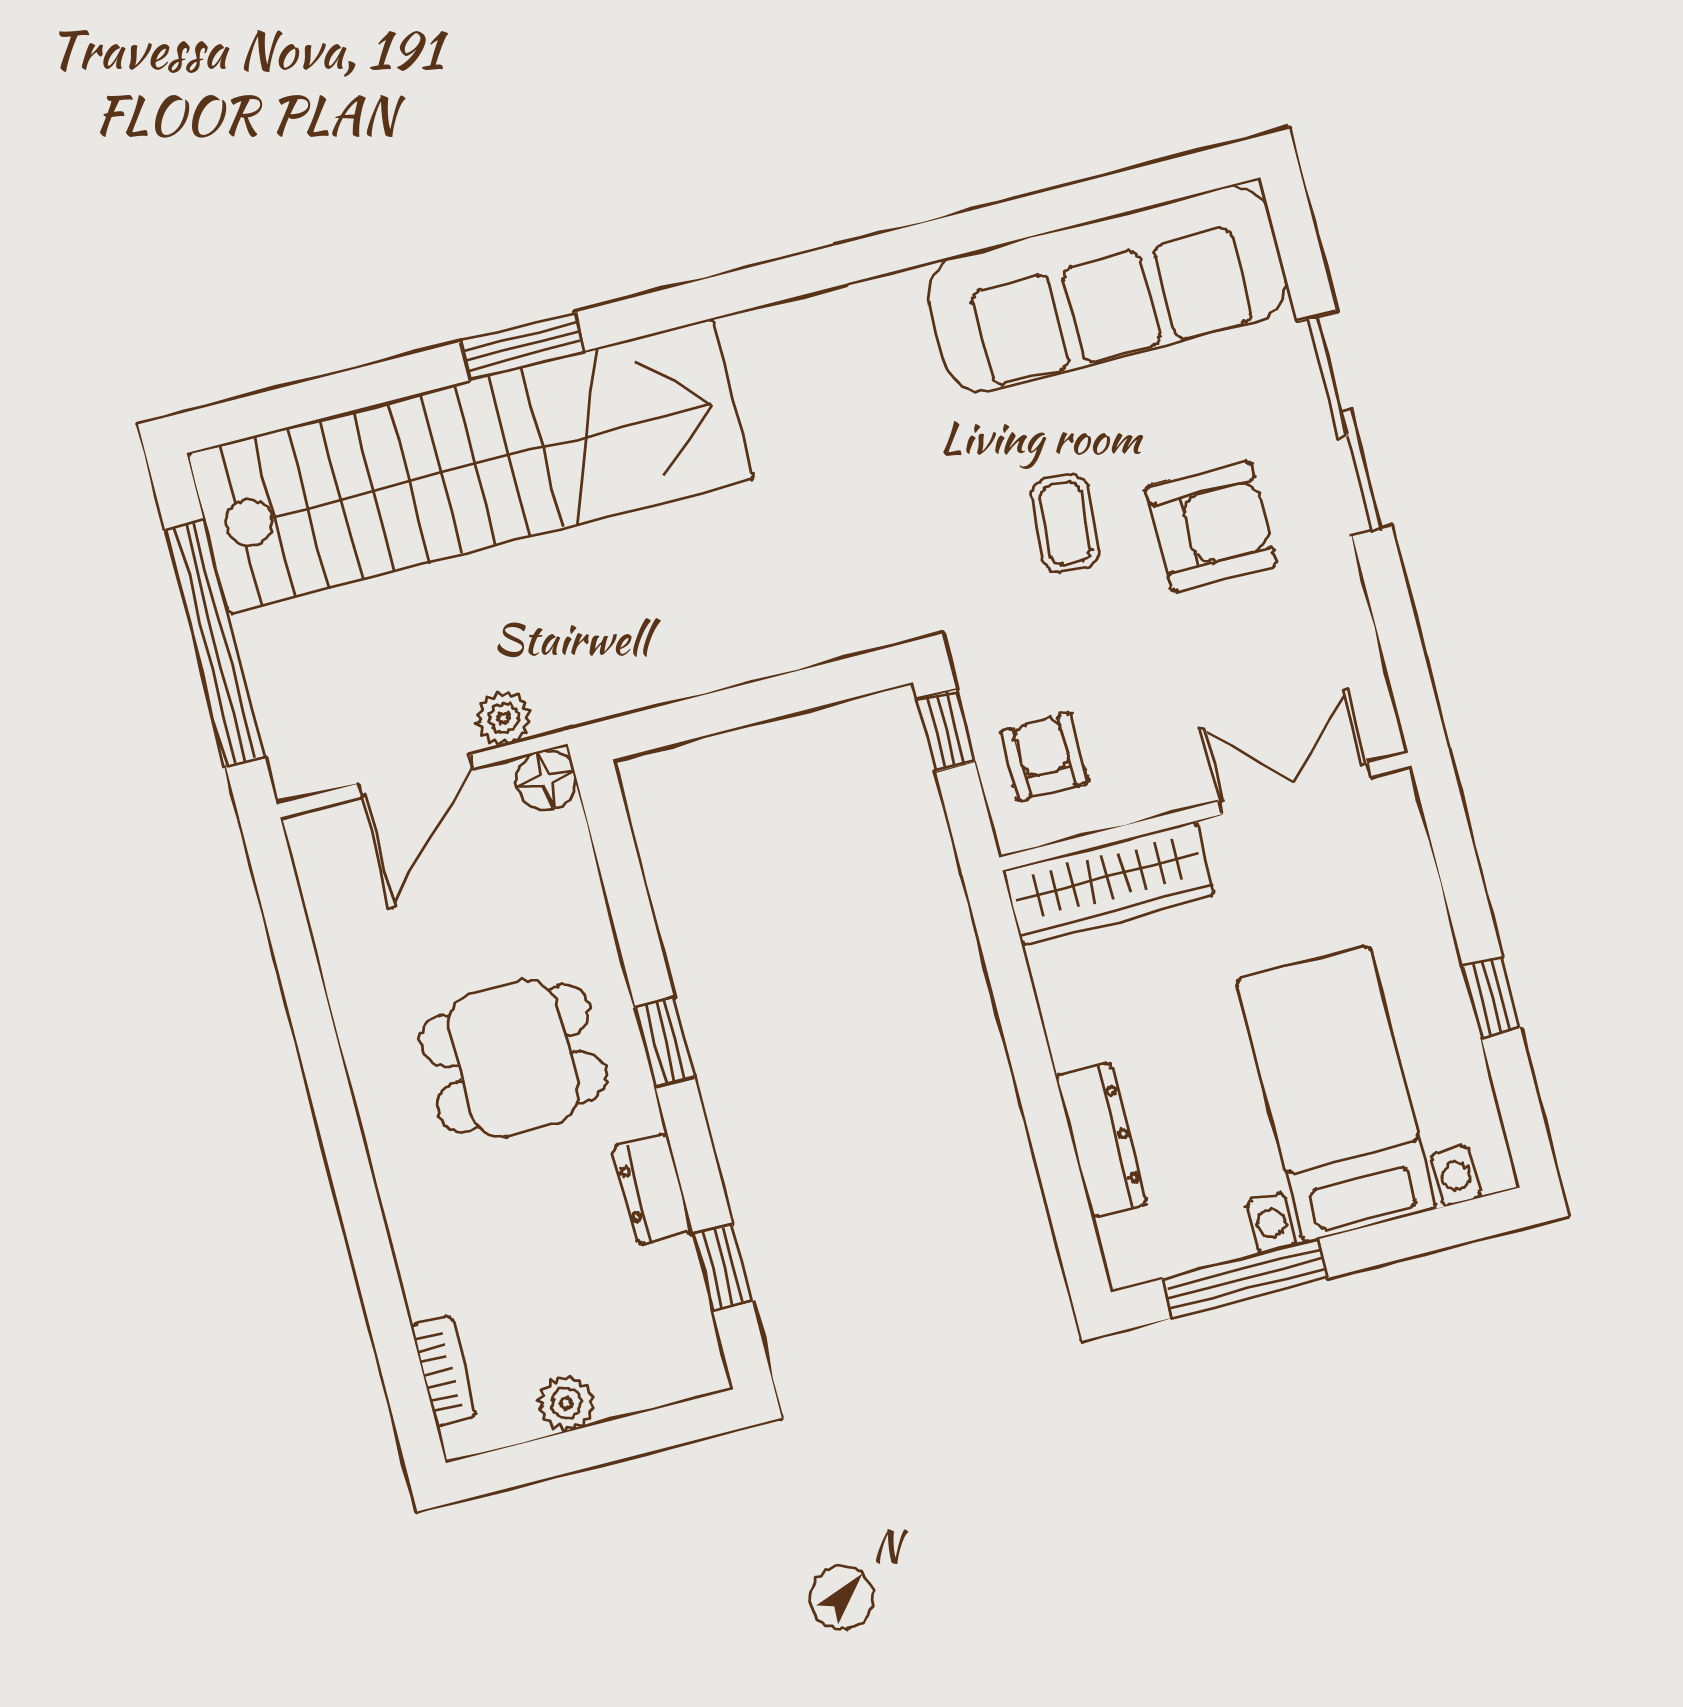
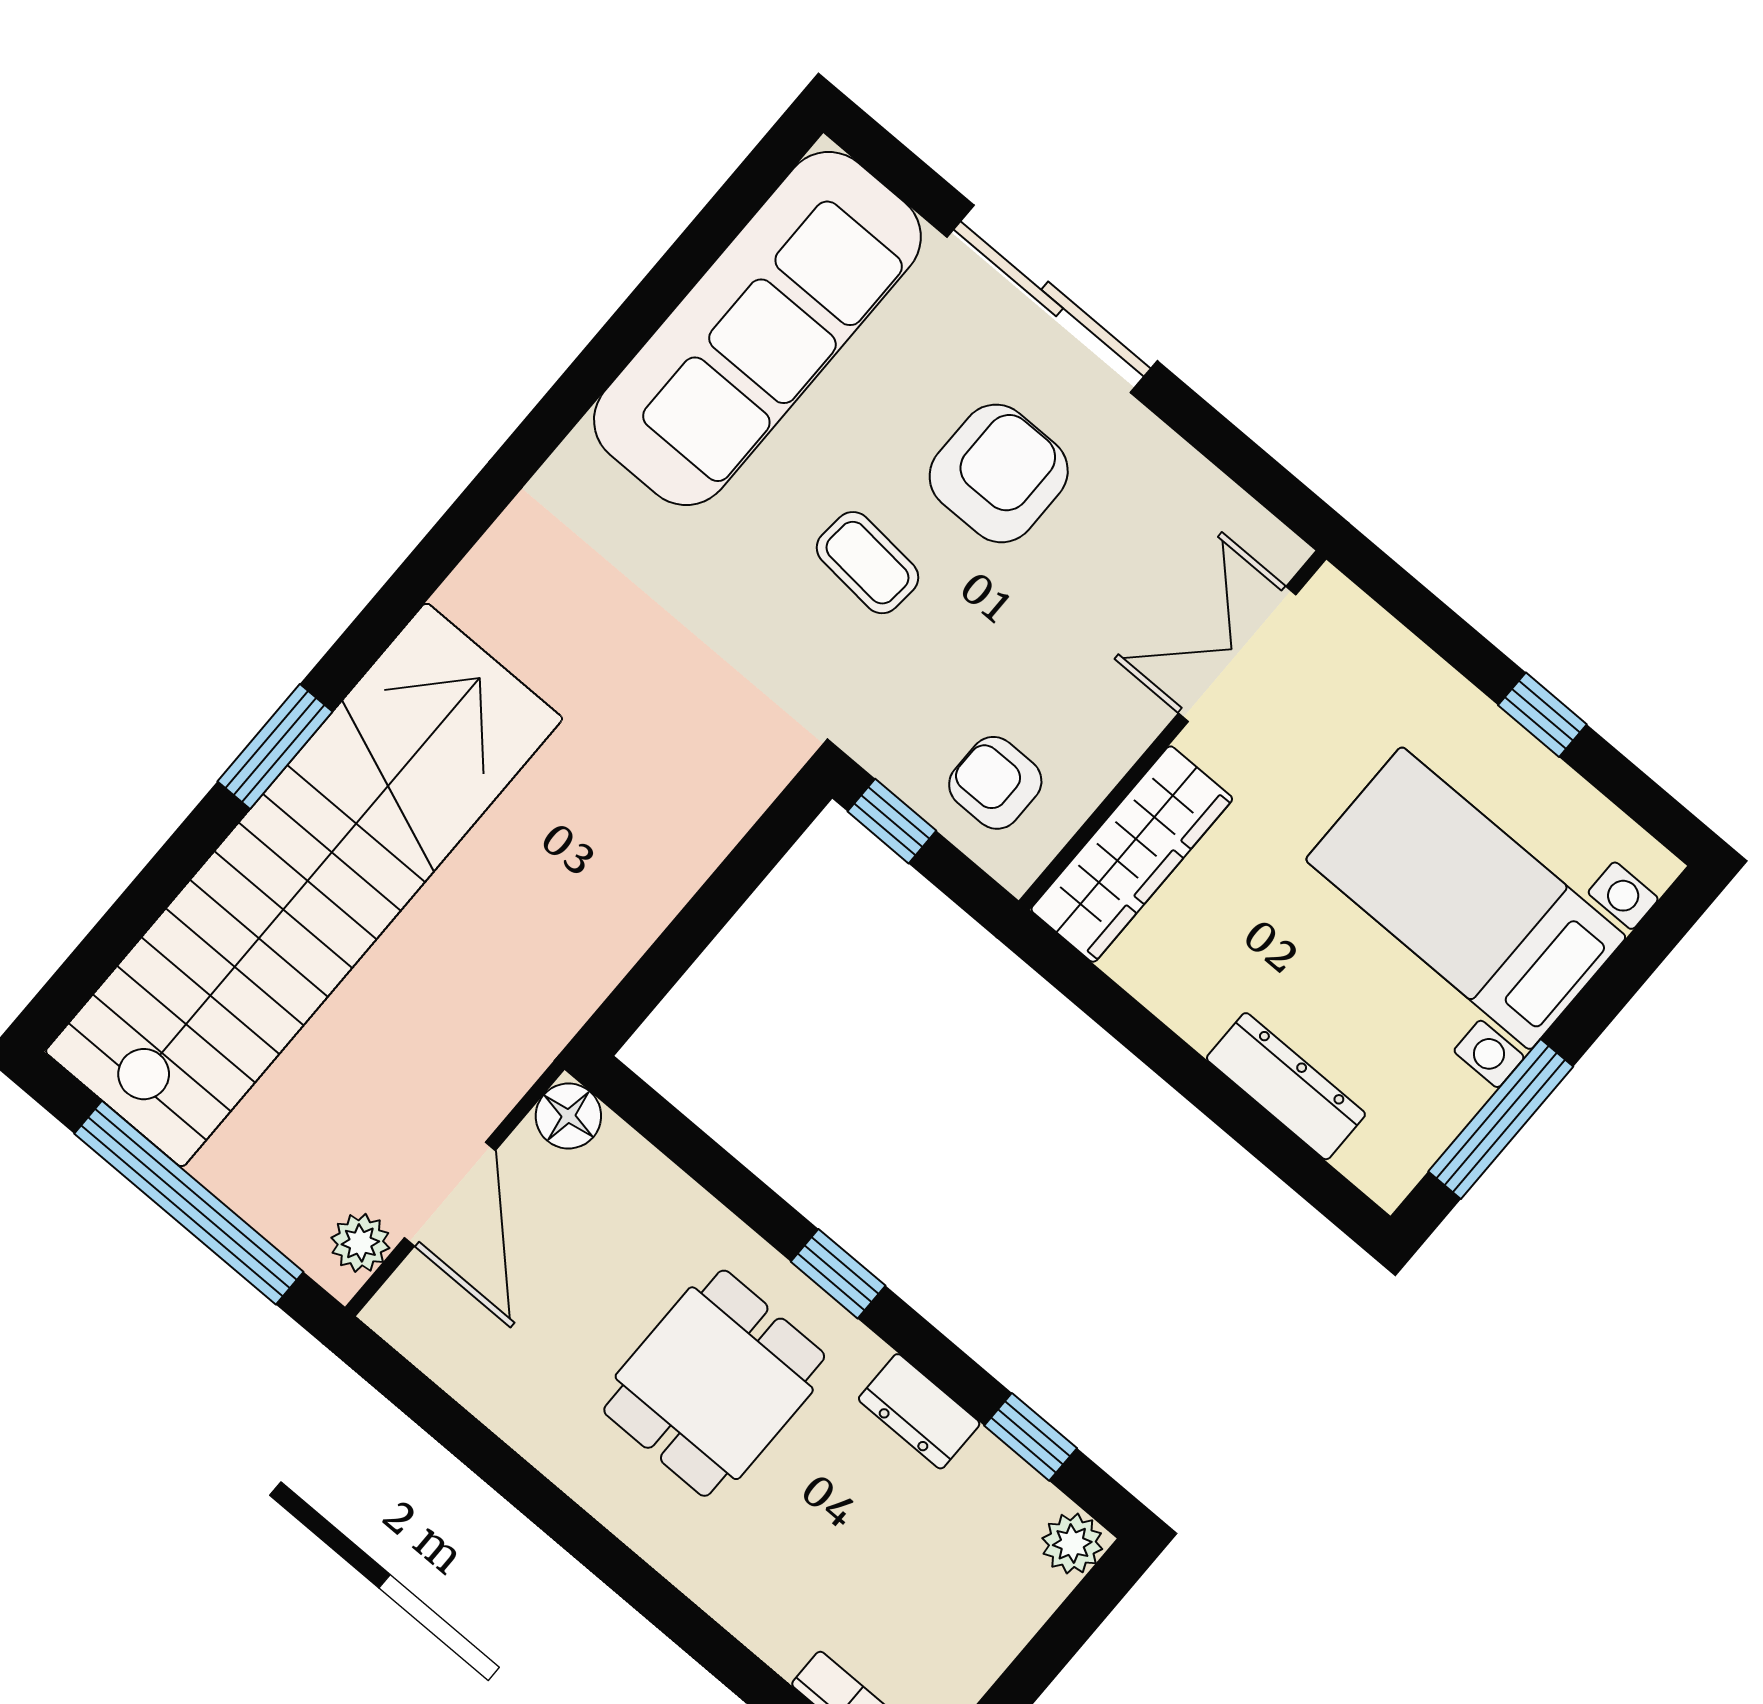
plant: (504, 718) -> (360, 1243), moved
plant: (566, 1403) -> (1072, 1544), moved

